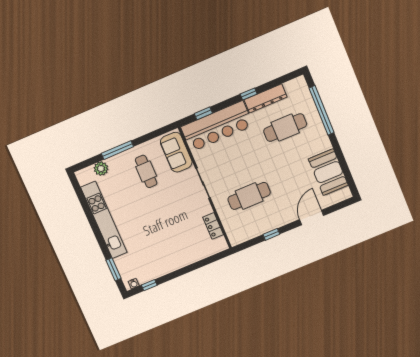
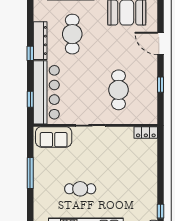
window: (117, 150) -> (30, 173), moved
plant: (101, 169) -> (40, 208), removed
cafe table: (146, 171) -> (80, 189), moved
locker: (213, 226) -> (146, 132), moved

